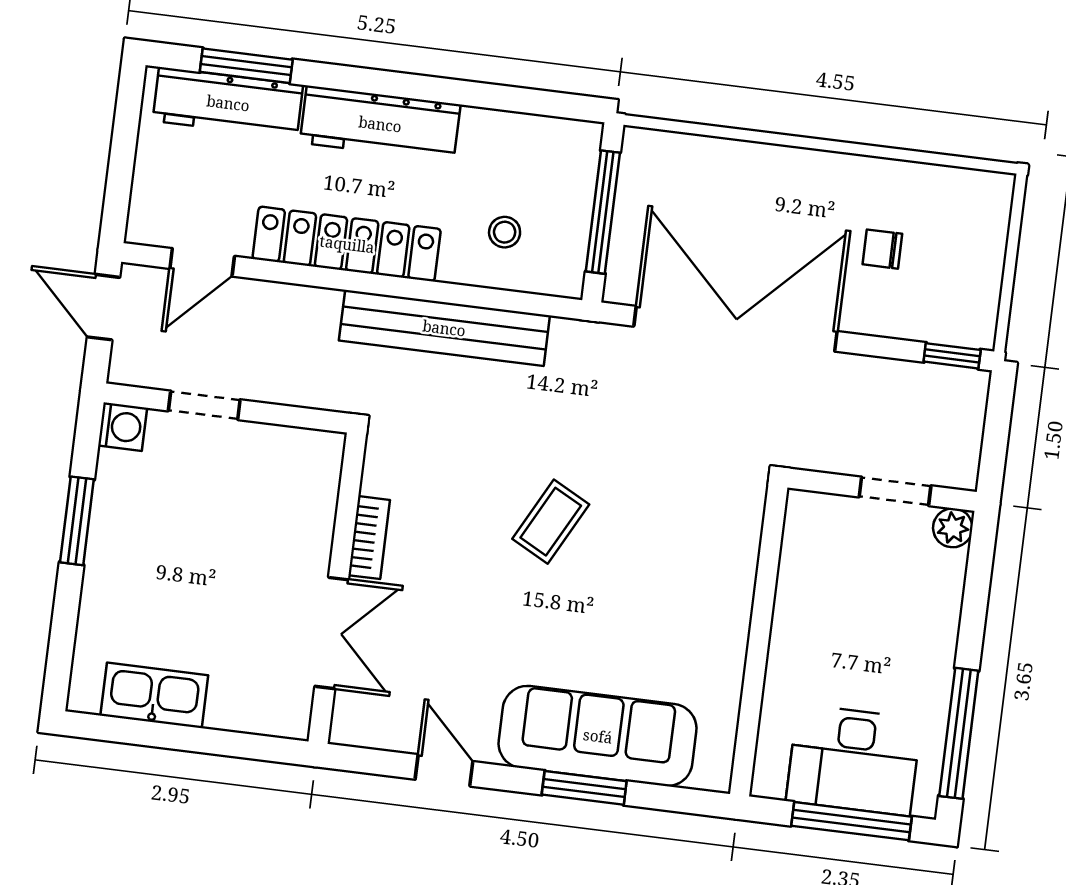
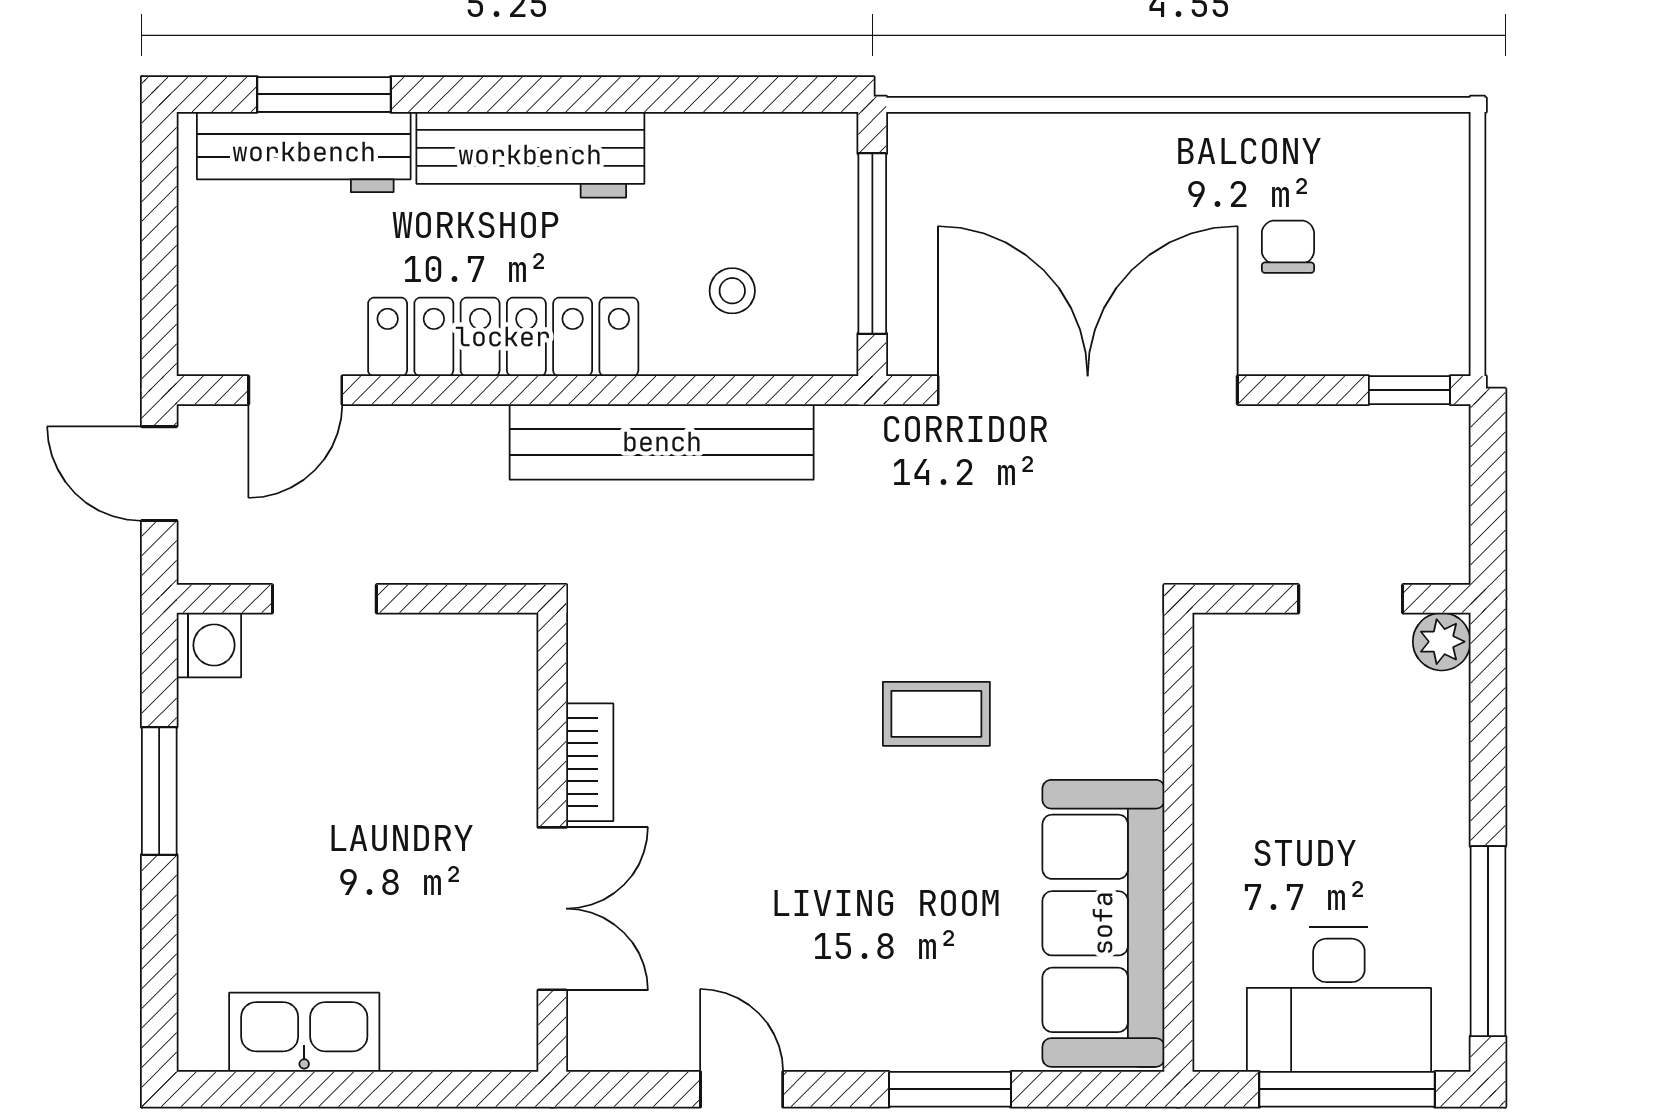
chair: (882, 249) -> (1288, 247), turned 90
coffee table: (551, 522) -> (936, 714), moved, turned 62
sofa: (598, 736) -> (1103, 923), moved, turned -90

